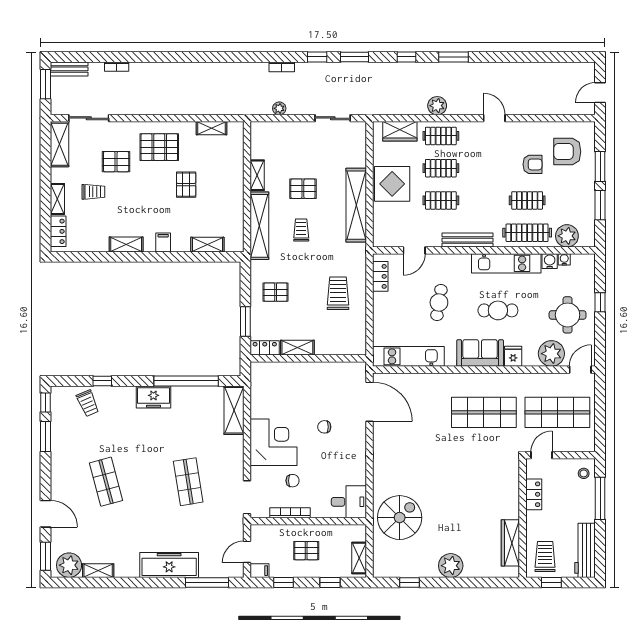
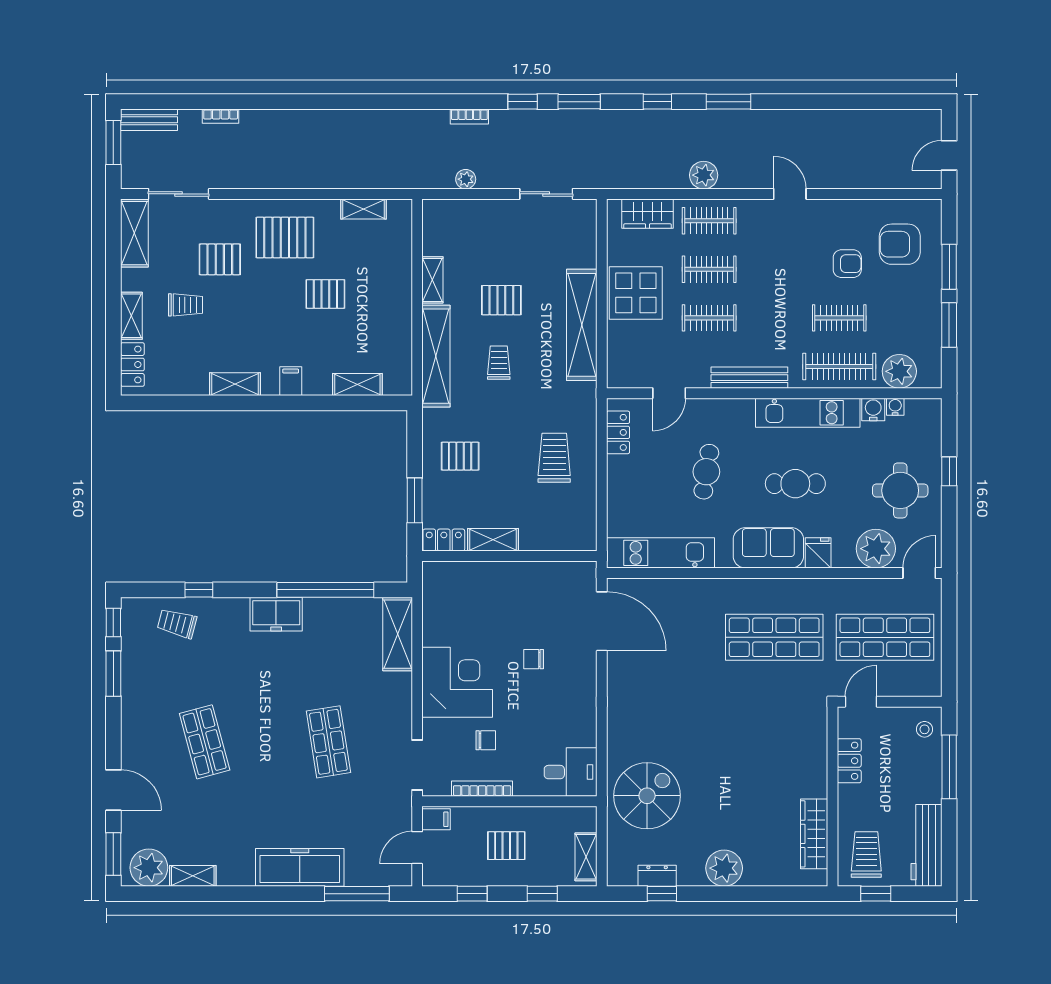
pallet: (186, 185) -> (325, 294), turned 90
trolley: (88, 403) -> (177, 623), turned 128
filing cabinet: (260, 571) -> (436, 819), moved
dresser: (406, 571) -> (657, 876), added

